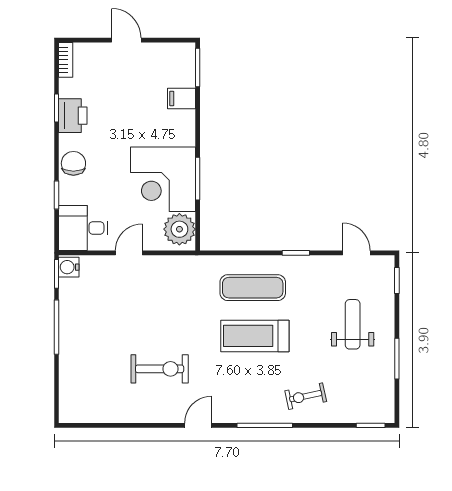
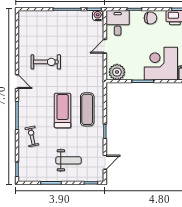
corner desk: (163, 179) -> (161, 64), moved
door: (129, 253) -> (105, 46), swing flipped
exercise bike: (160, 369) -> (46, 62), turned -90

